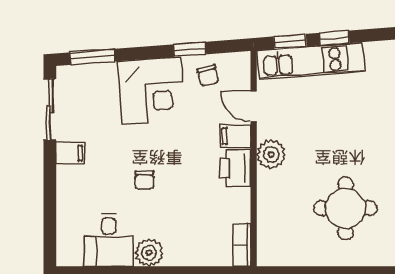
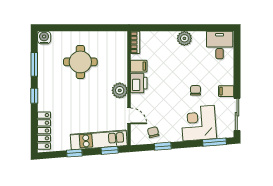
window: (334, 38) -> (74, 153), moved
corner desk: (151, 90) -> (199, 123), moved
filing cabinet: (235, 136) -> (139, 66), moved
chair: (144, 180) -> (195, 90), moved
desk: (109, 240) -> (220, 45), moved

